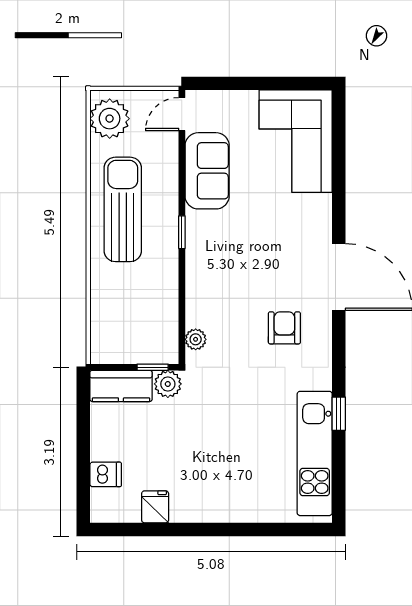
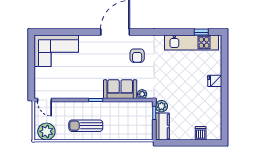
sofa: (207, 171) -> (120, 89), moved
sun lounger: (123, 209) -> (86, 126), width x0.73, depth x0.75
armchair: (284, 328) -> (137, 56), turned -90
window: (339, 414) -> (201, 32), moved
fridge: (155, 507) -> (215, 81), moved

